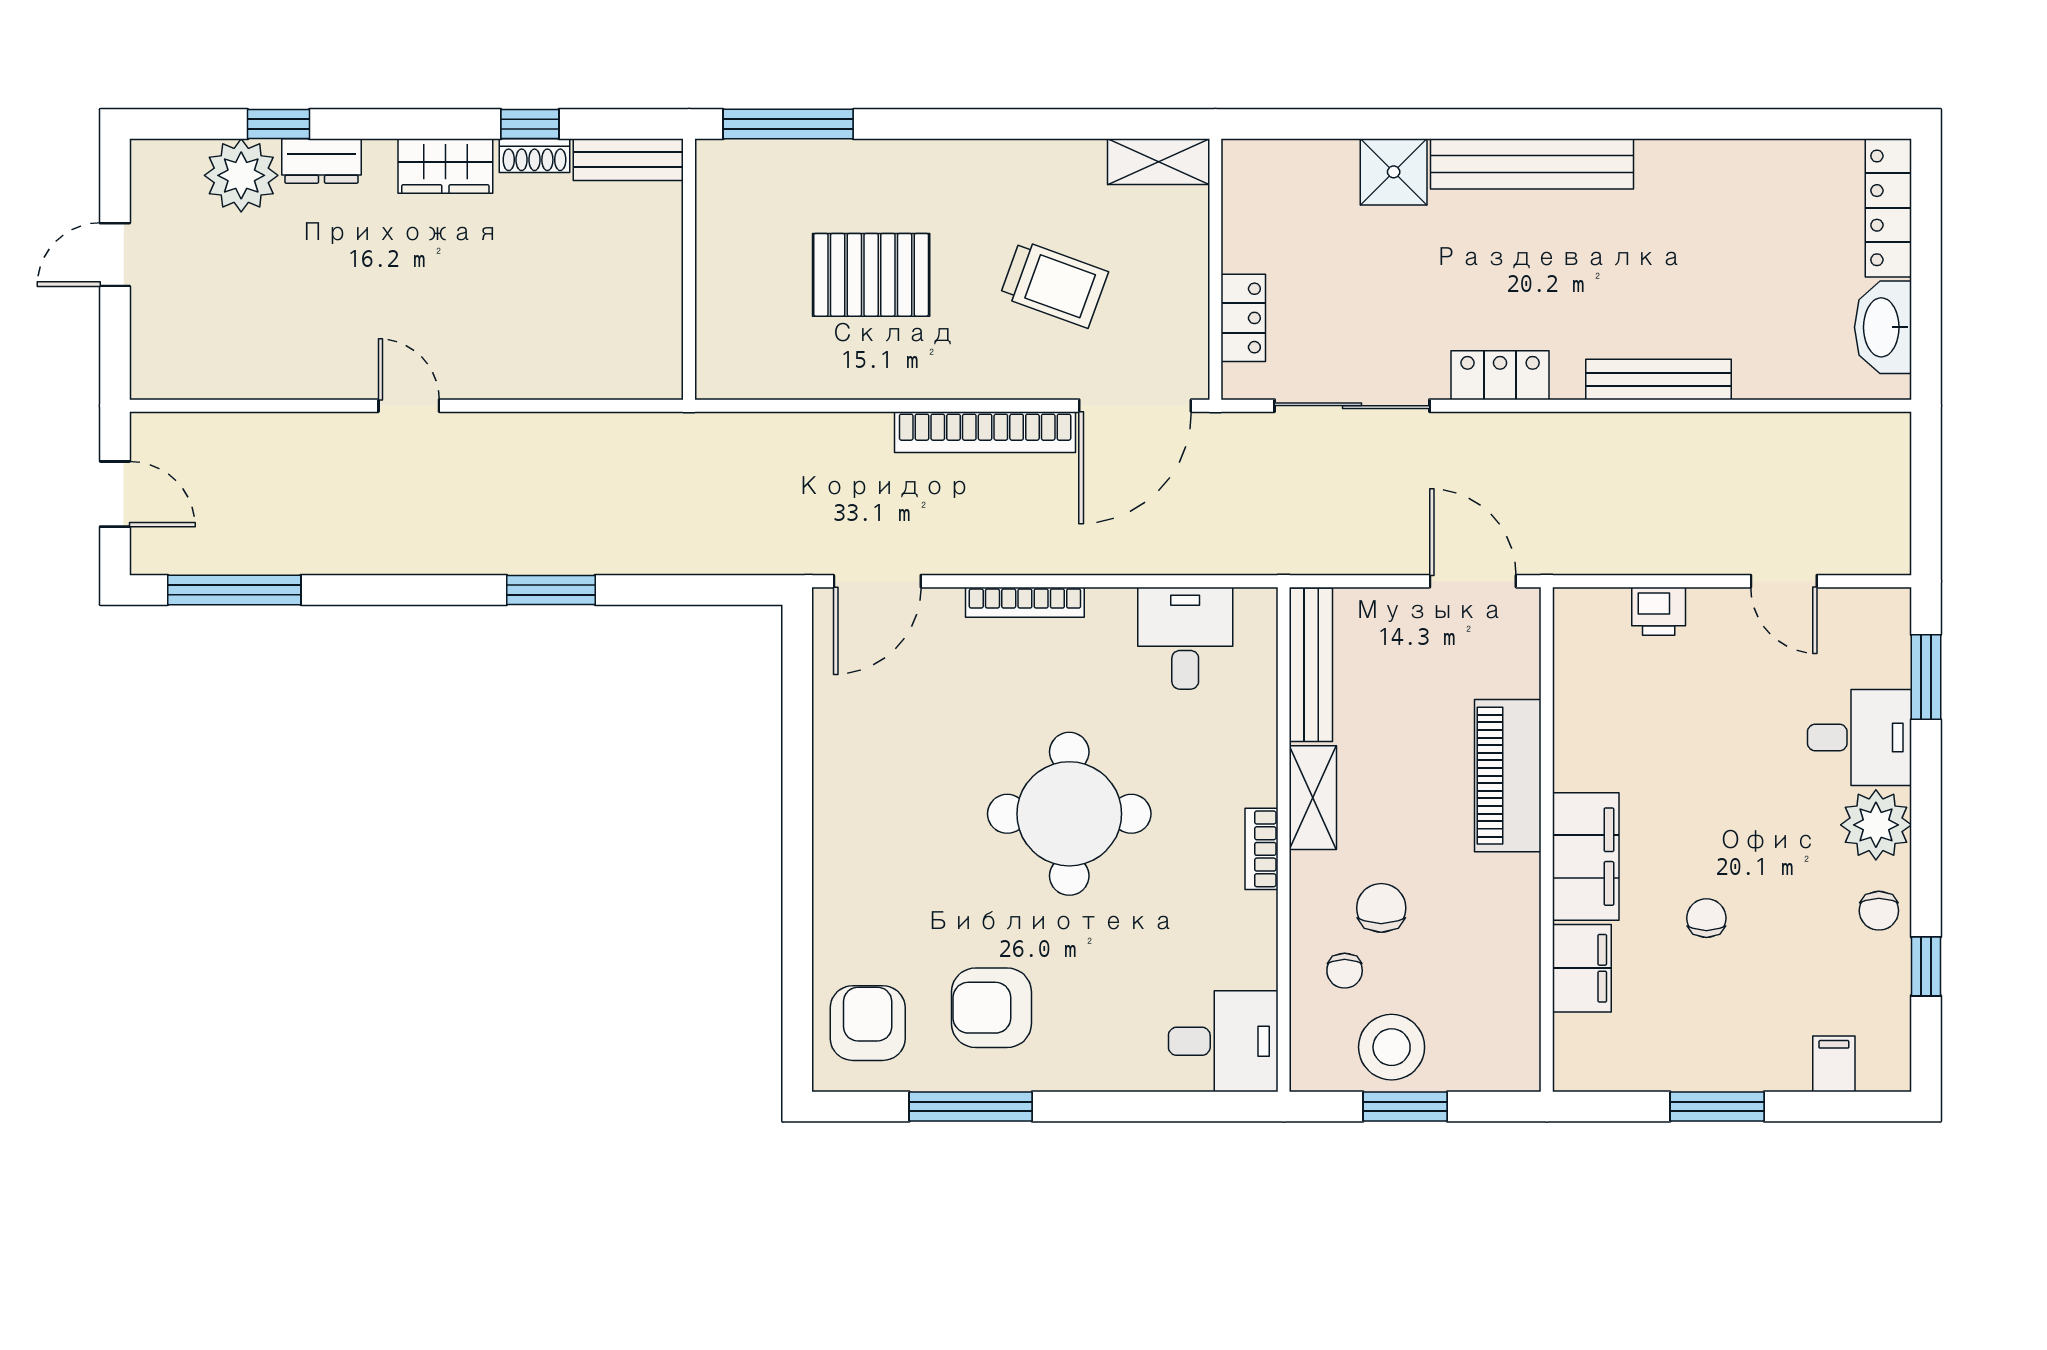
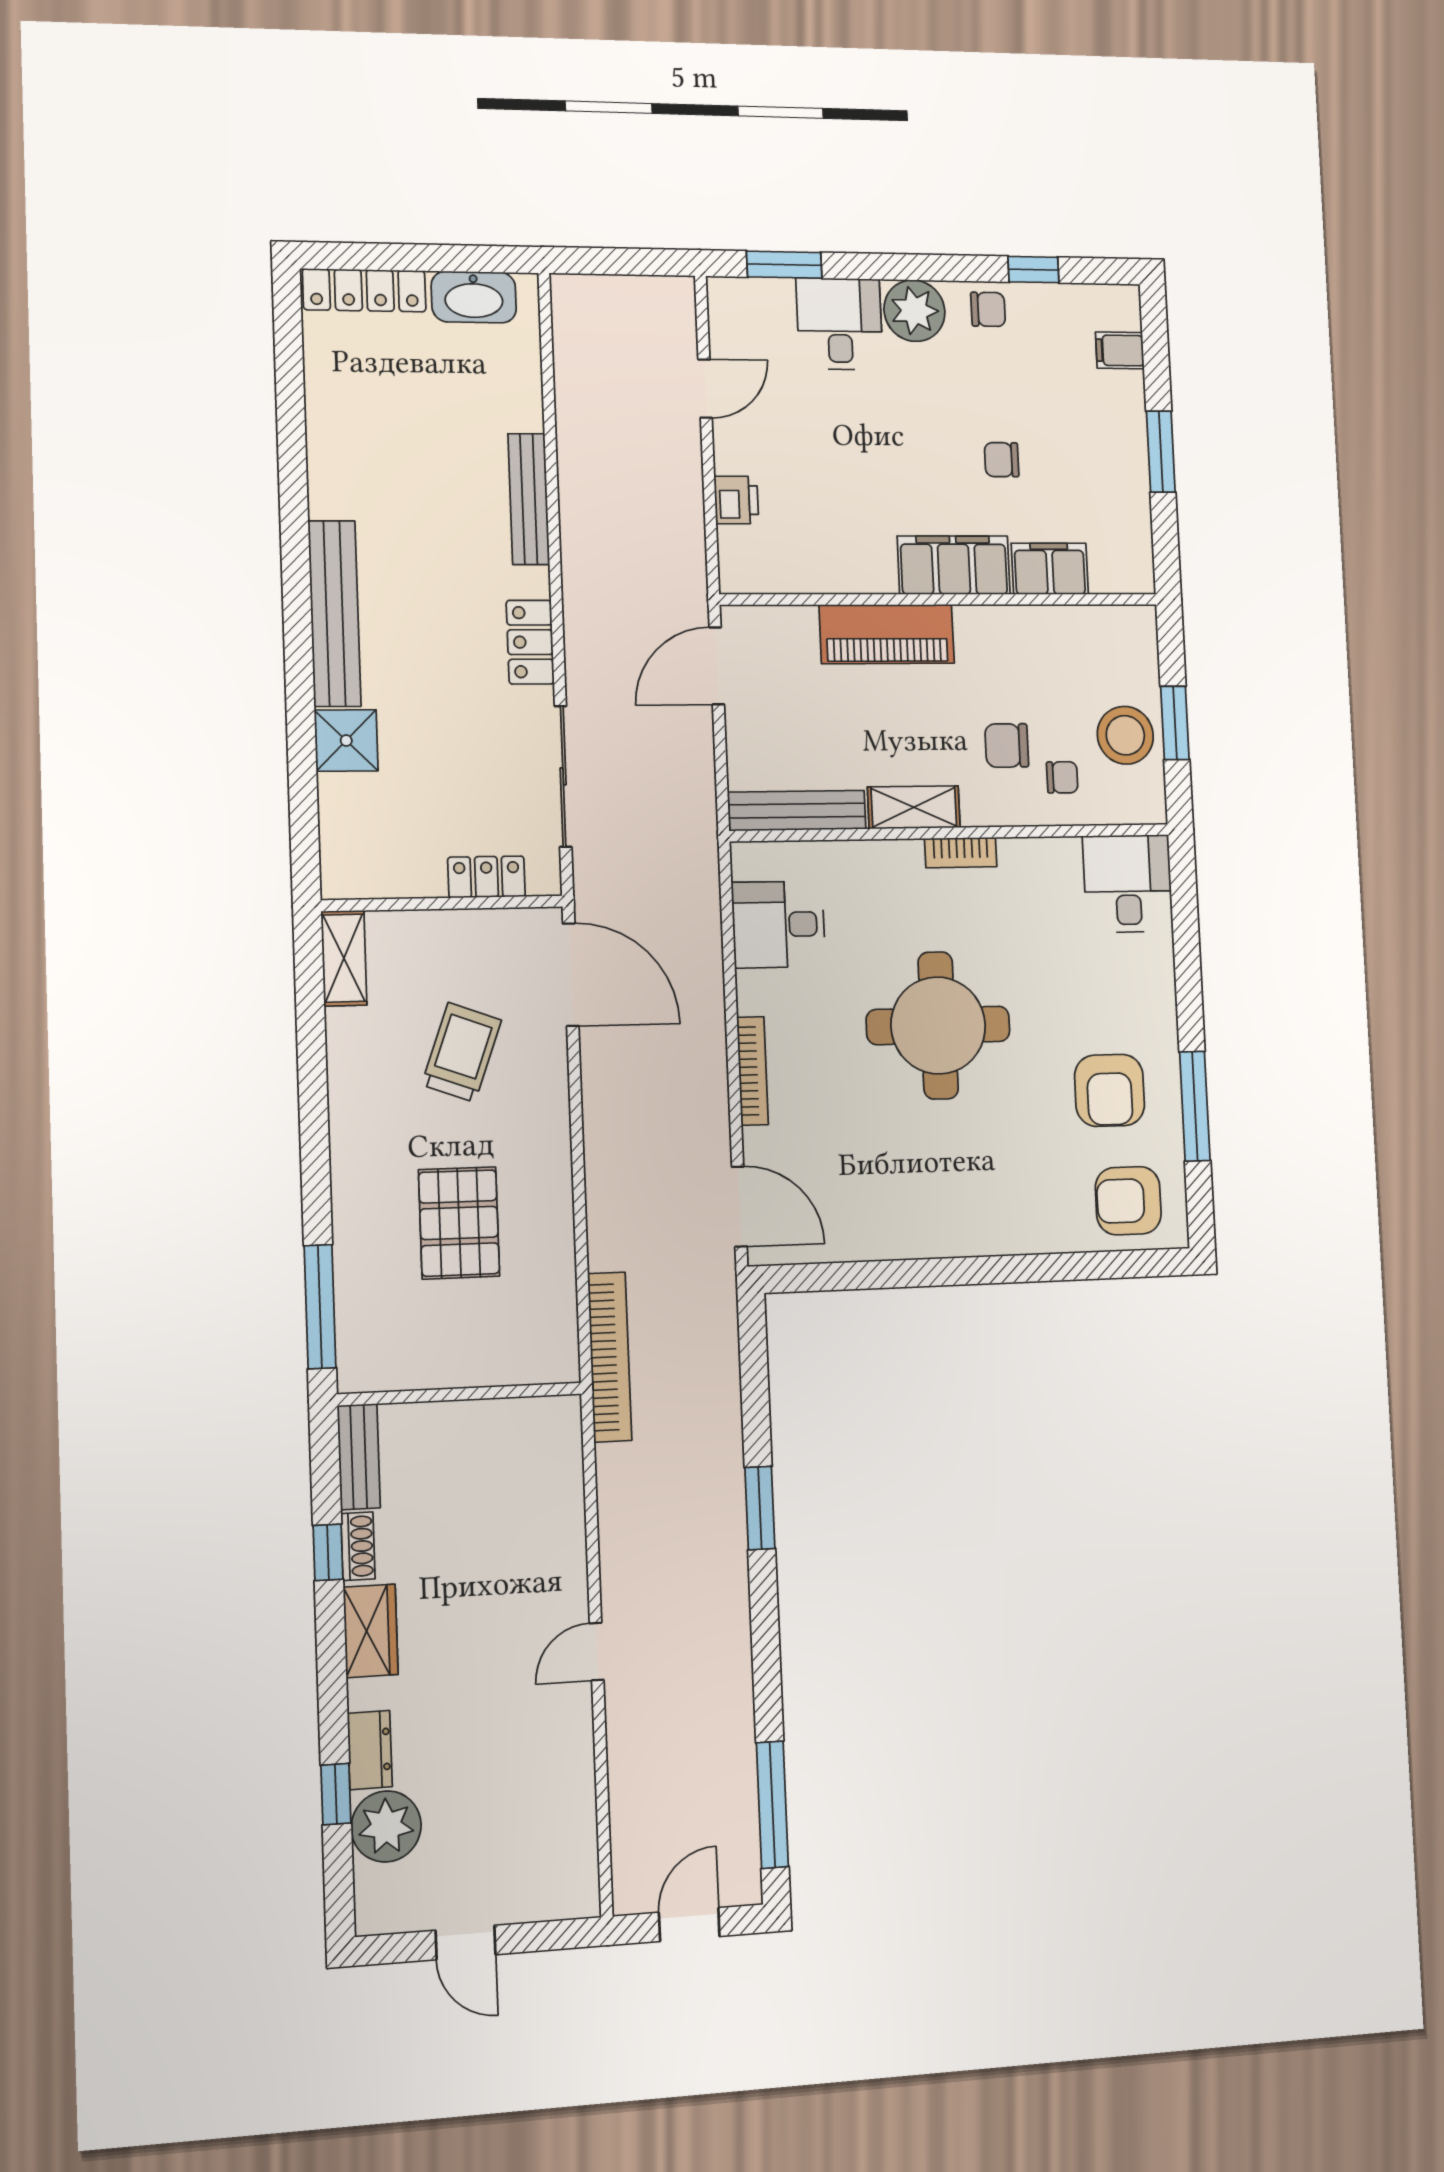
bookcase: (985, 432) -> (610, 1357), moved

